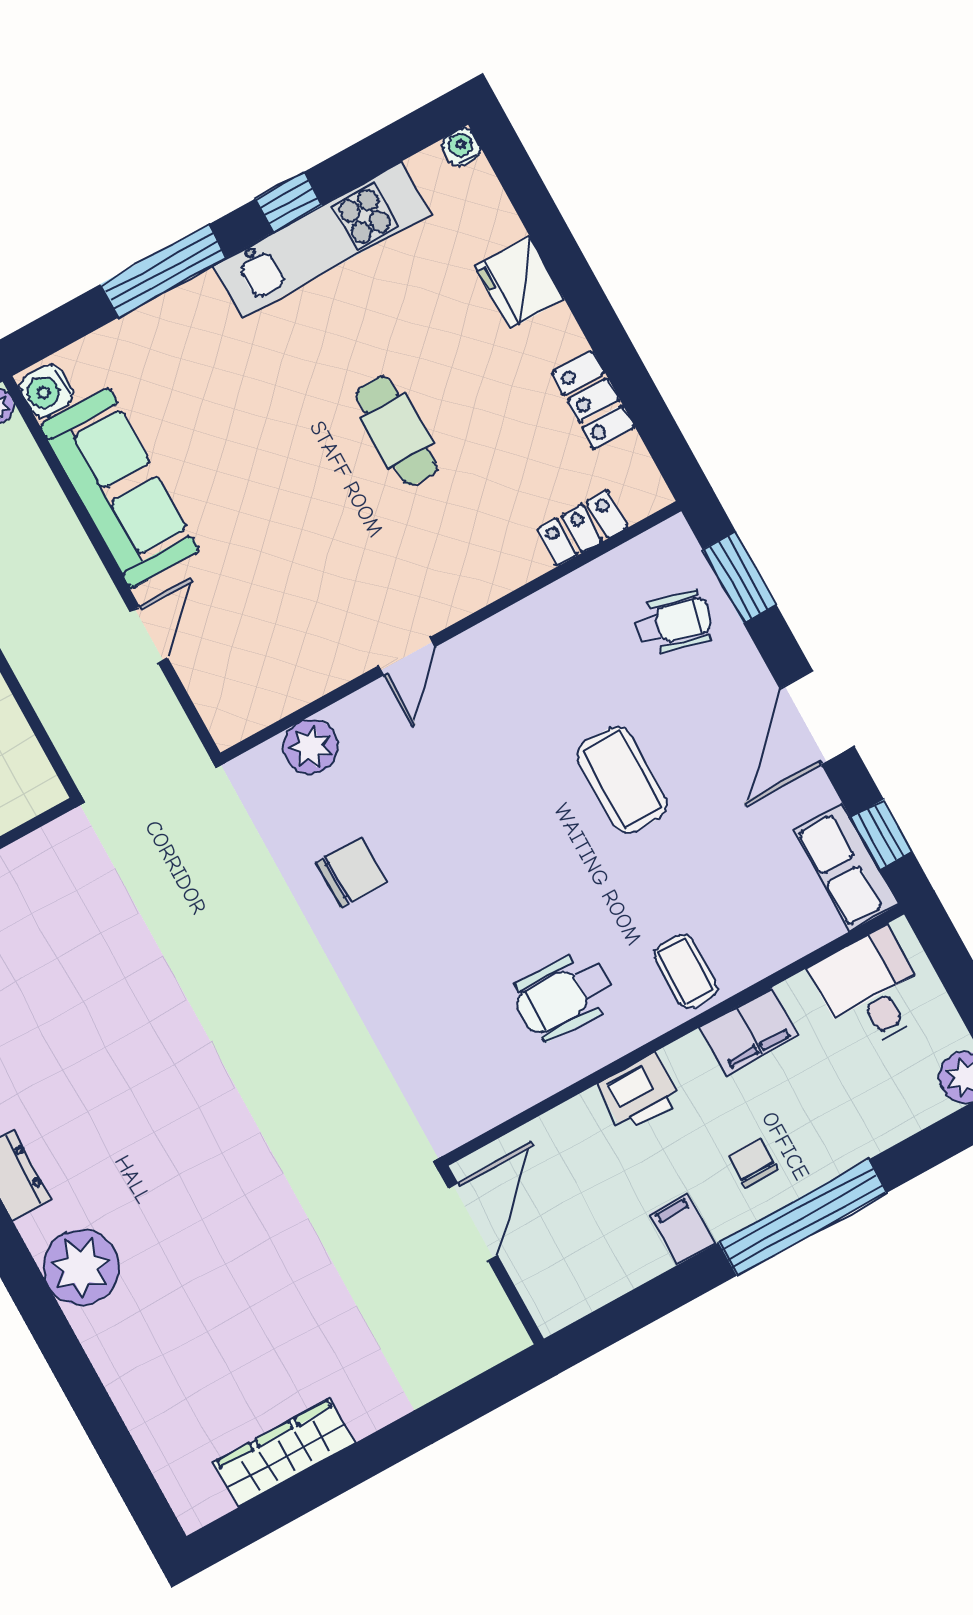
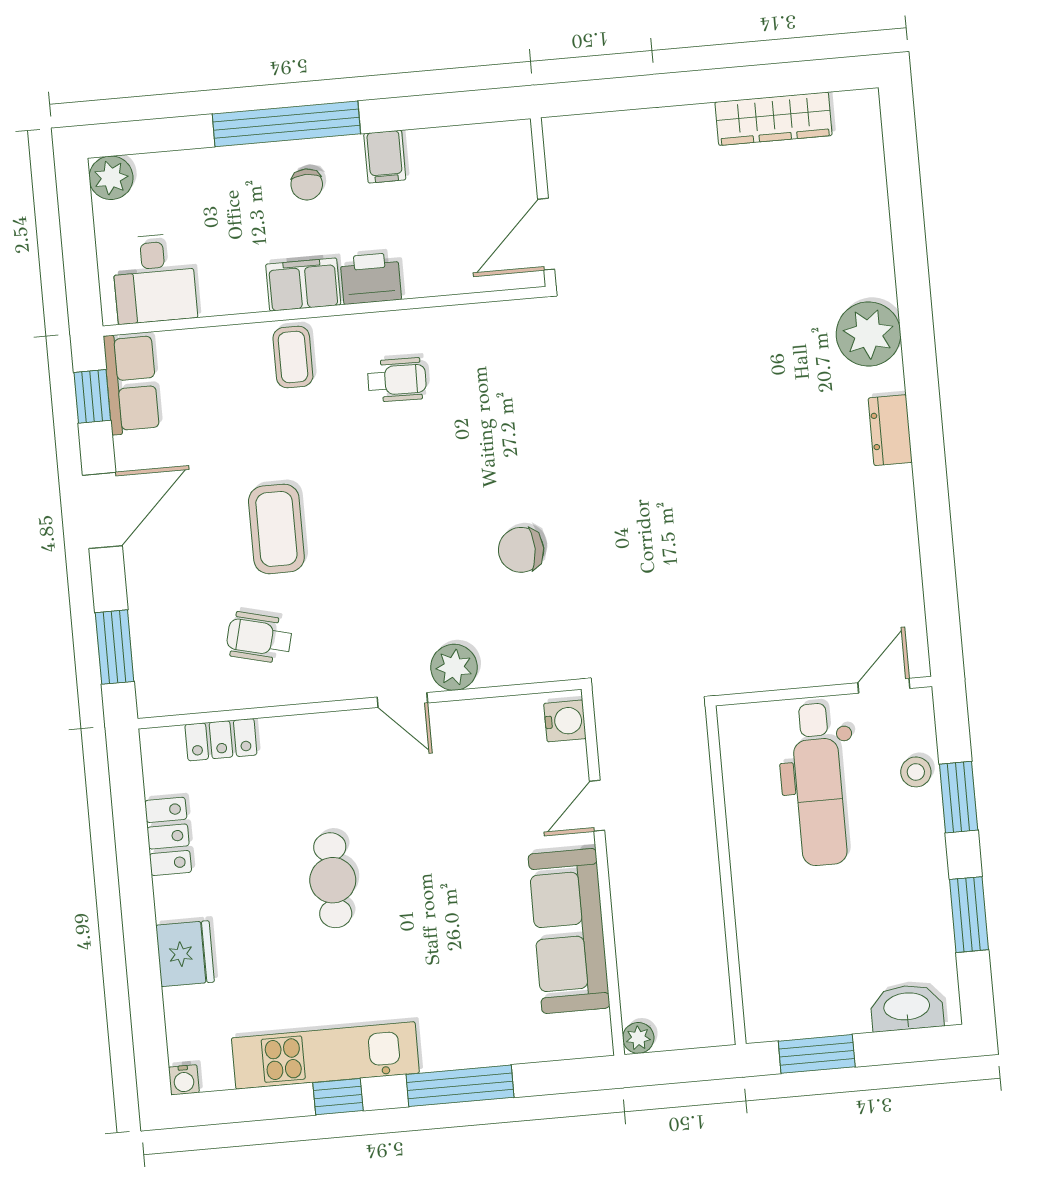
water cooler: (47, 391) -> (565, 721), moved
wheelchair: (673, 623) -> (259, 638), moved
door: (407, 656) -> (402, 700), swing flipped
plant: (311, 747) -> (454, 667), moved
wheelchair: (564, 996) -> (397, 380), width x0.73, depth x0.73
filing cabinet: (749, 1031) -> (303, 285), moved

